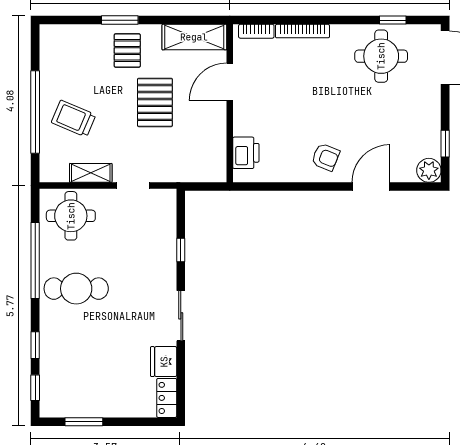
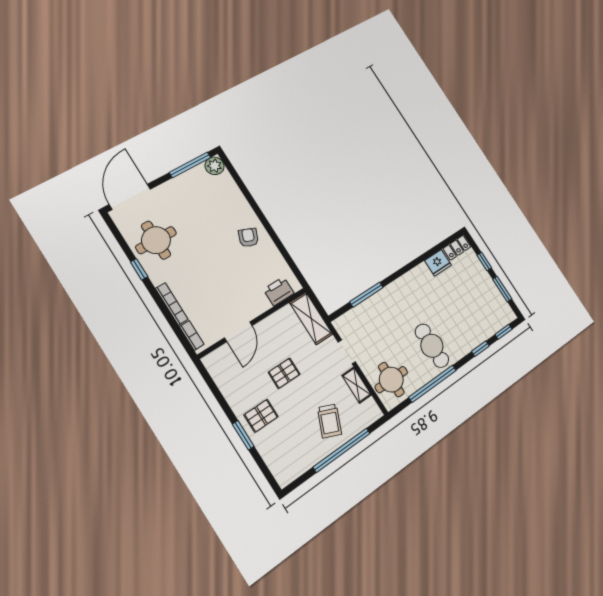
window: (393, 20) -> (139, 269), moved
shelving: (194, 37) -> (311, 318), moved
door: (230, 82) -> (238, 332), hinge flipped
pallet: (155, 102) -> (284, 373), width x0.67, depth x0.71
window: (445, 144) -> (190, 165), width x2.17
door: (371, 187) -> (249, 197), removed
window: (181, 250) -> (366, 295), width x2.17
sliding door: (181, 316) -> (405, 269), removed
window: (130, 422) -> (484, 261), added

